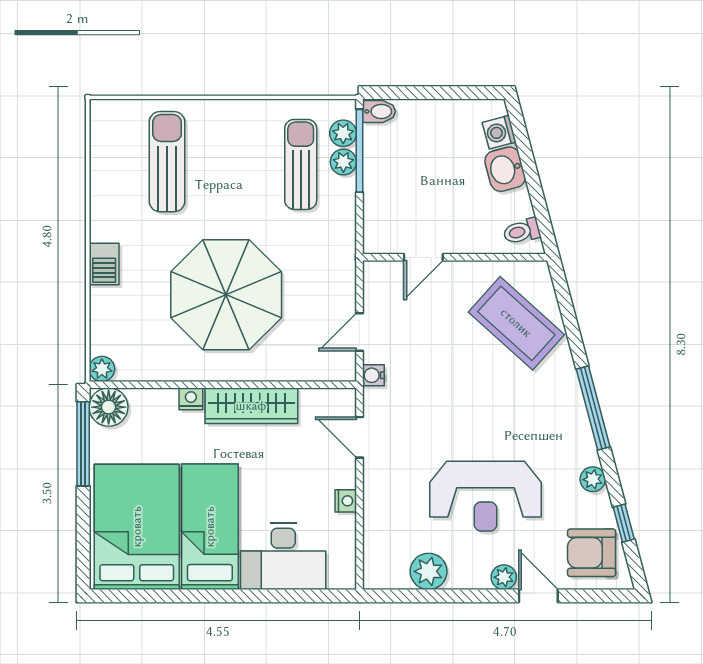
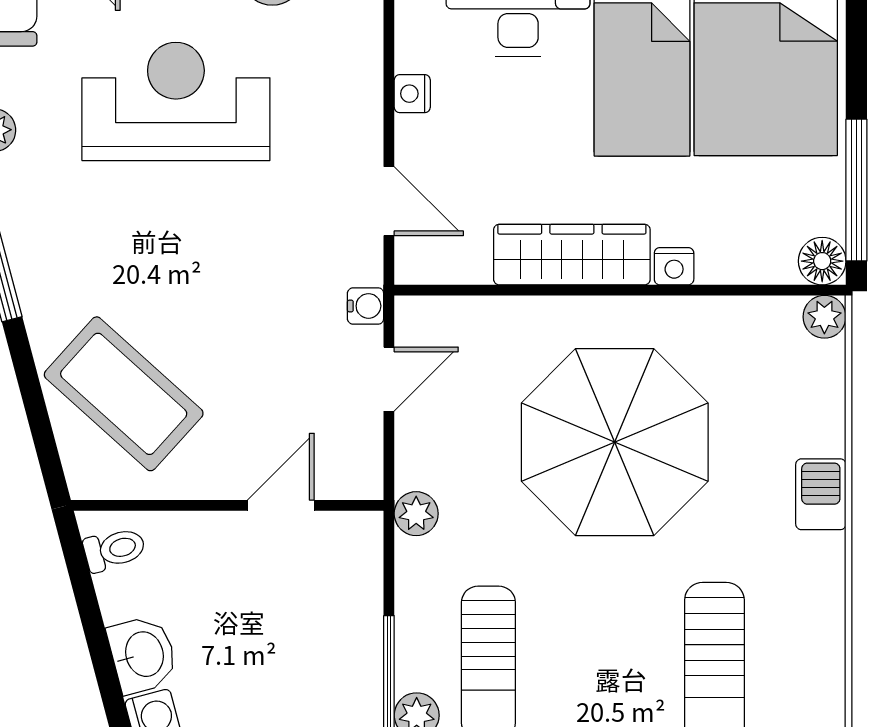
plant: (343, 162) -> (416, 514), moved
floor lamp: (109, 407) -> (822, 261), width x0.73, depth x0.73

